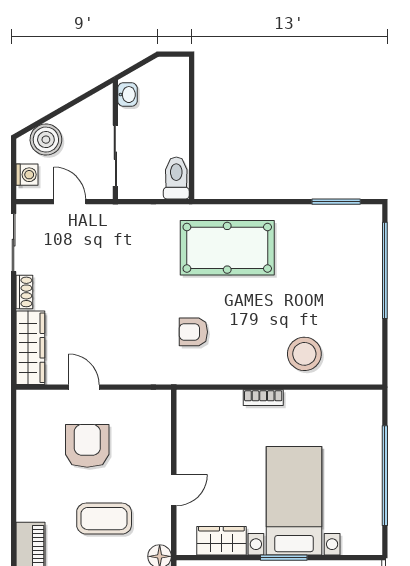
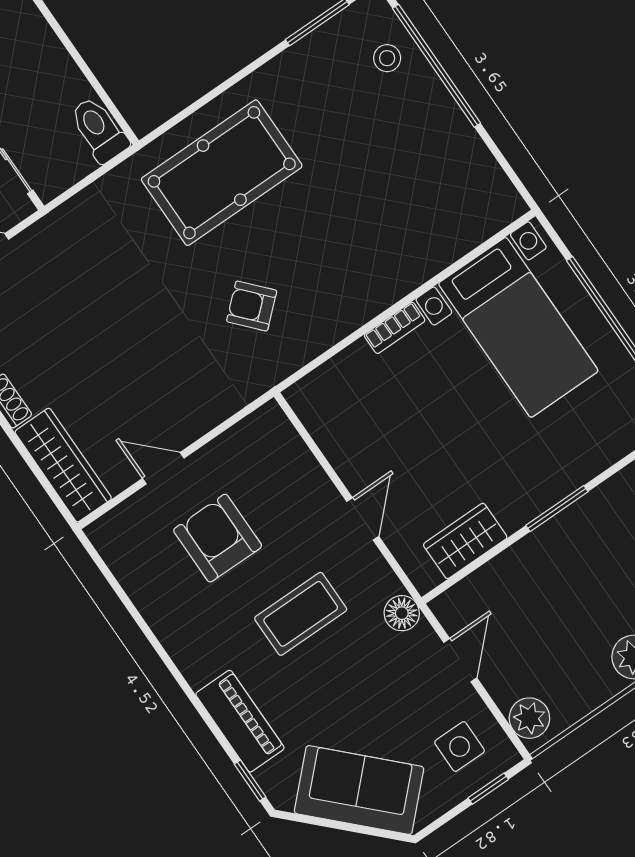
armchair: (193, 332) -> (252, 306), turned 48
stool: (304, 354) -> (387, 58), moved, width x0.53, depth x0.53
bed with nightstands: (294, 501) -> (518, 327), moved, turned 180

